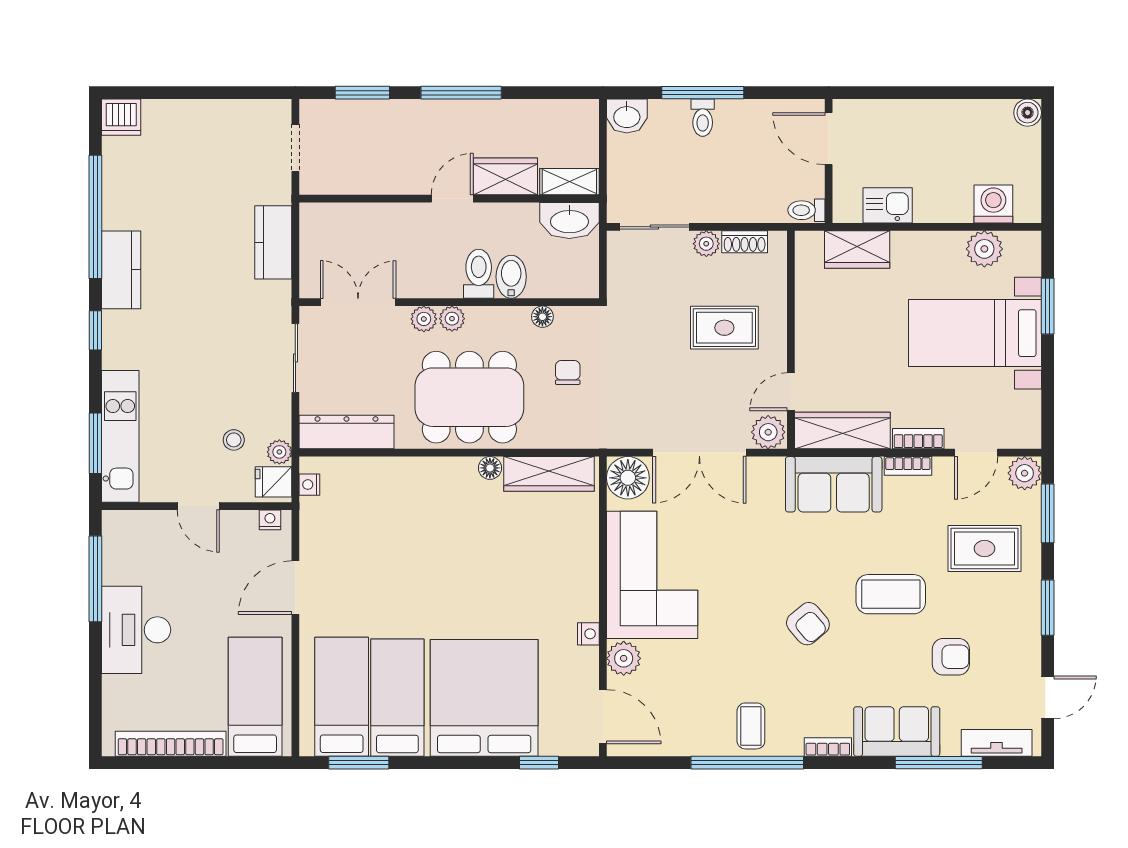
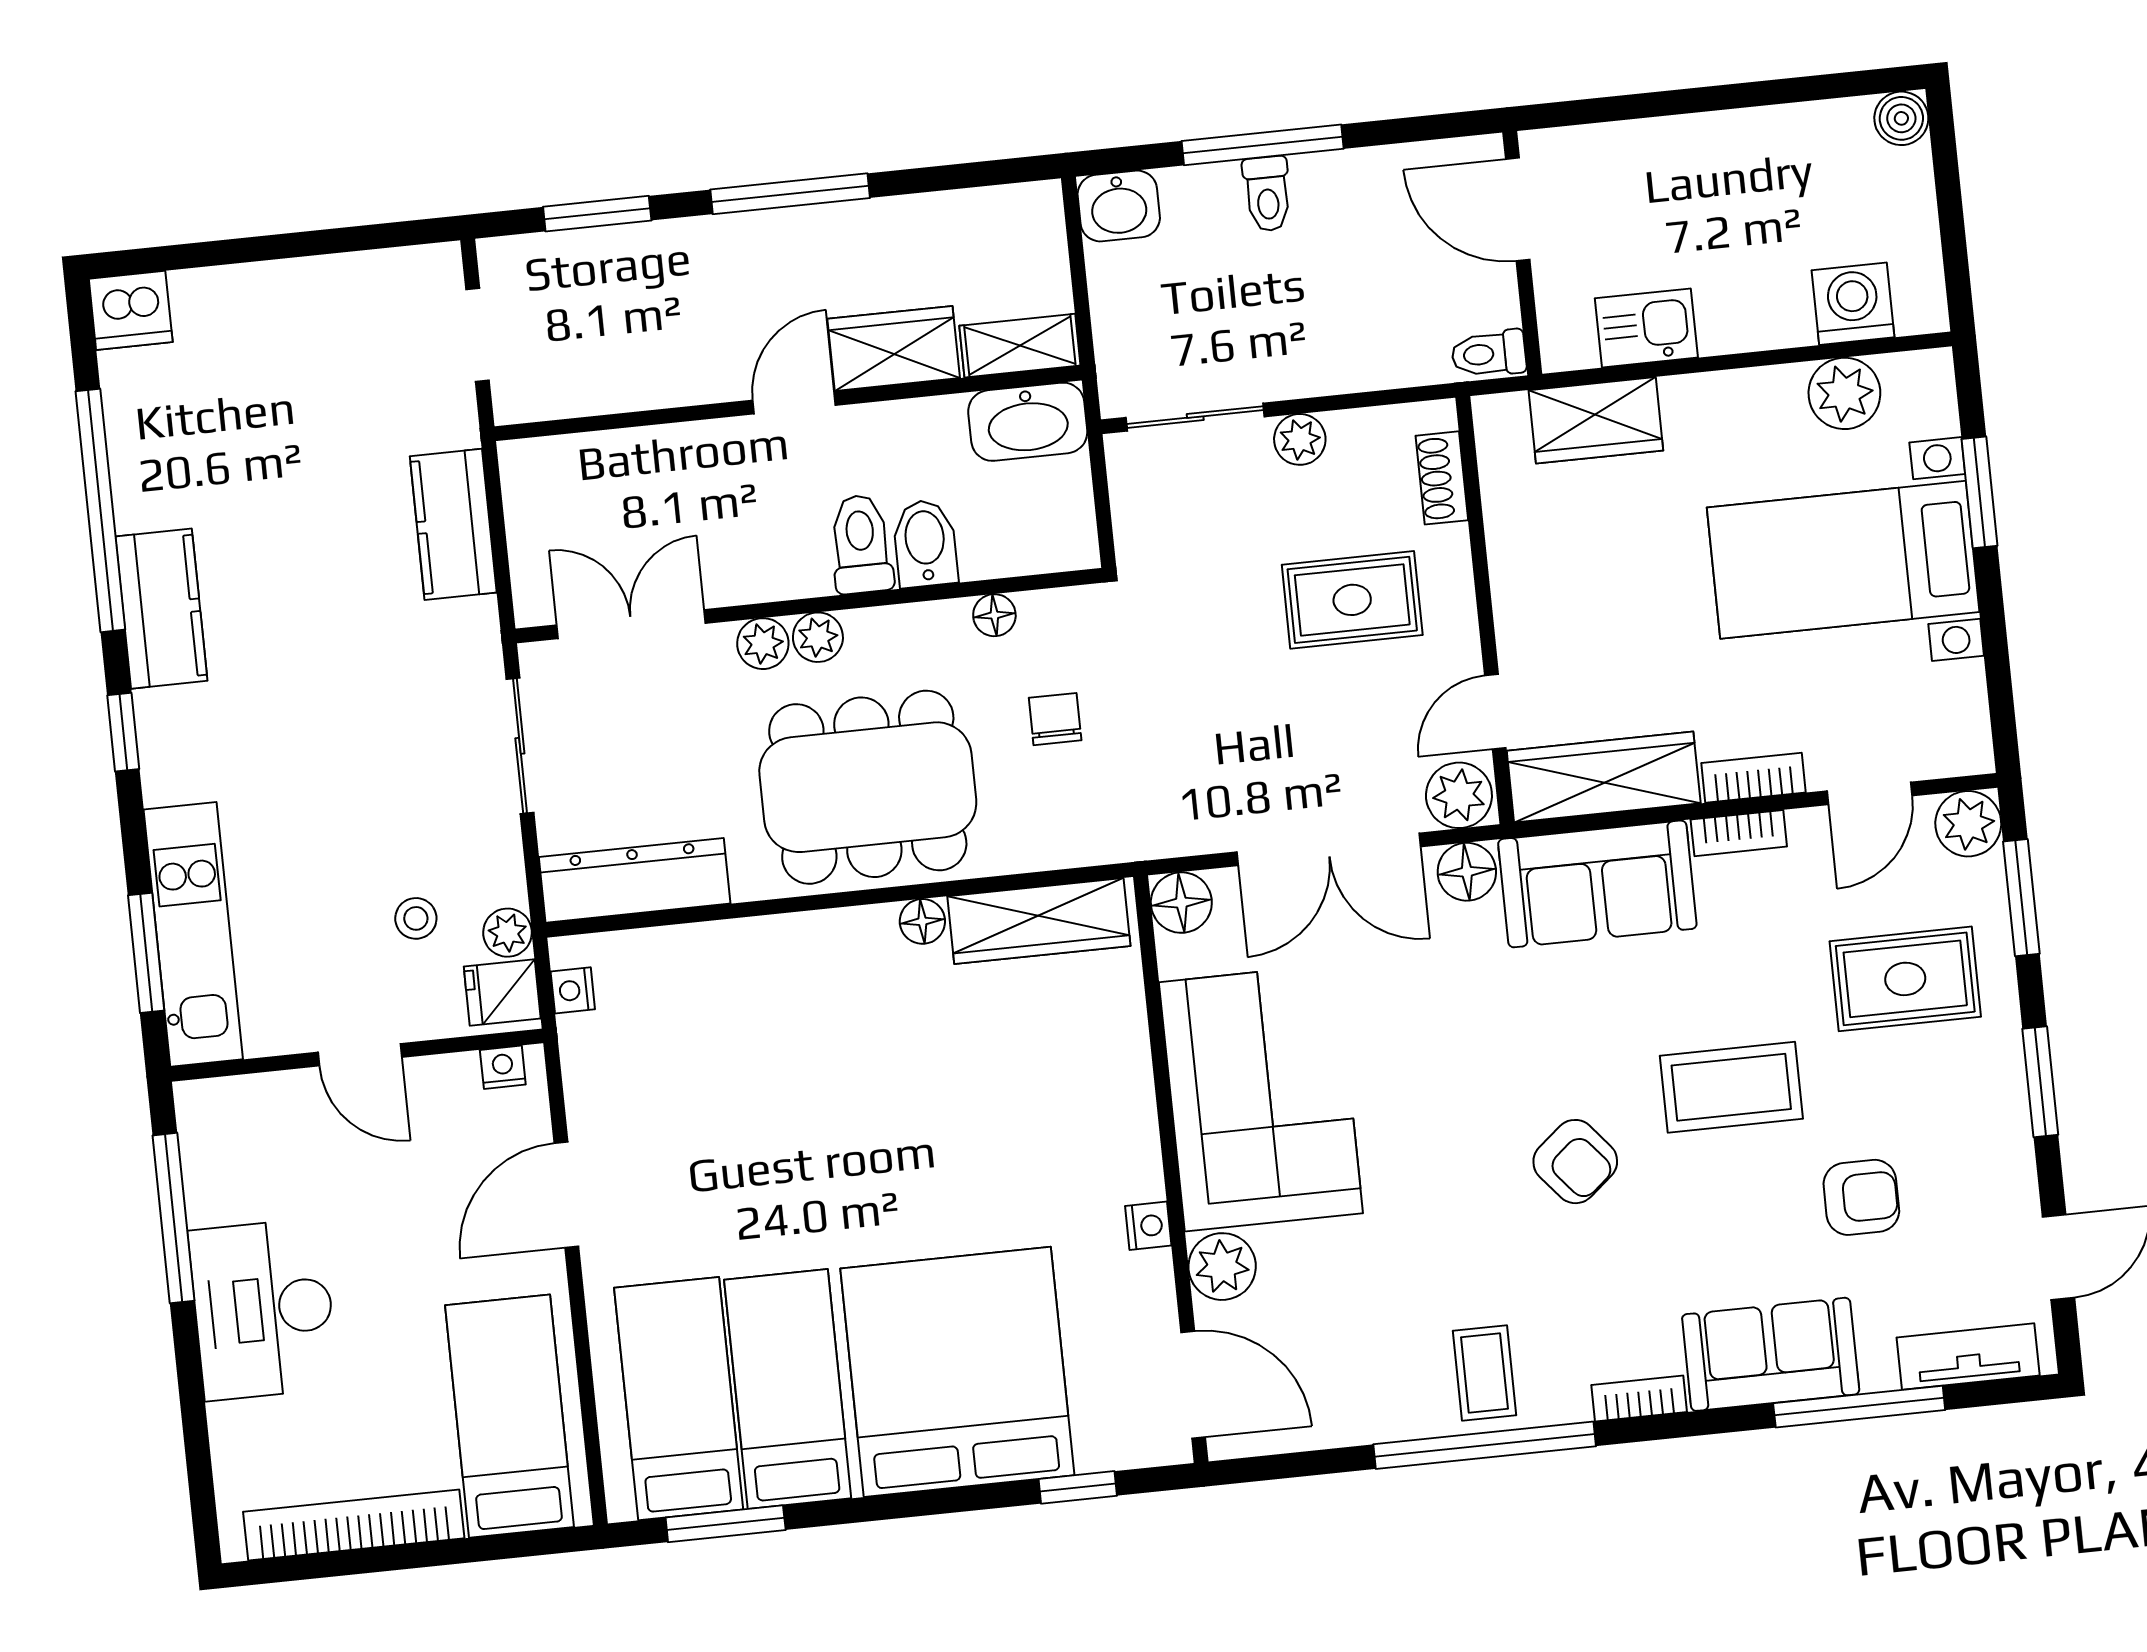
shoe rack: (745, 242) -> (1442, 478), moved, turned 90
floor lamp: (768, 471) -> (1467, 872), added
floor lamp: (628, 478) -> (1181, 903), width x0.73, depth x0.73

